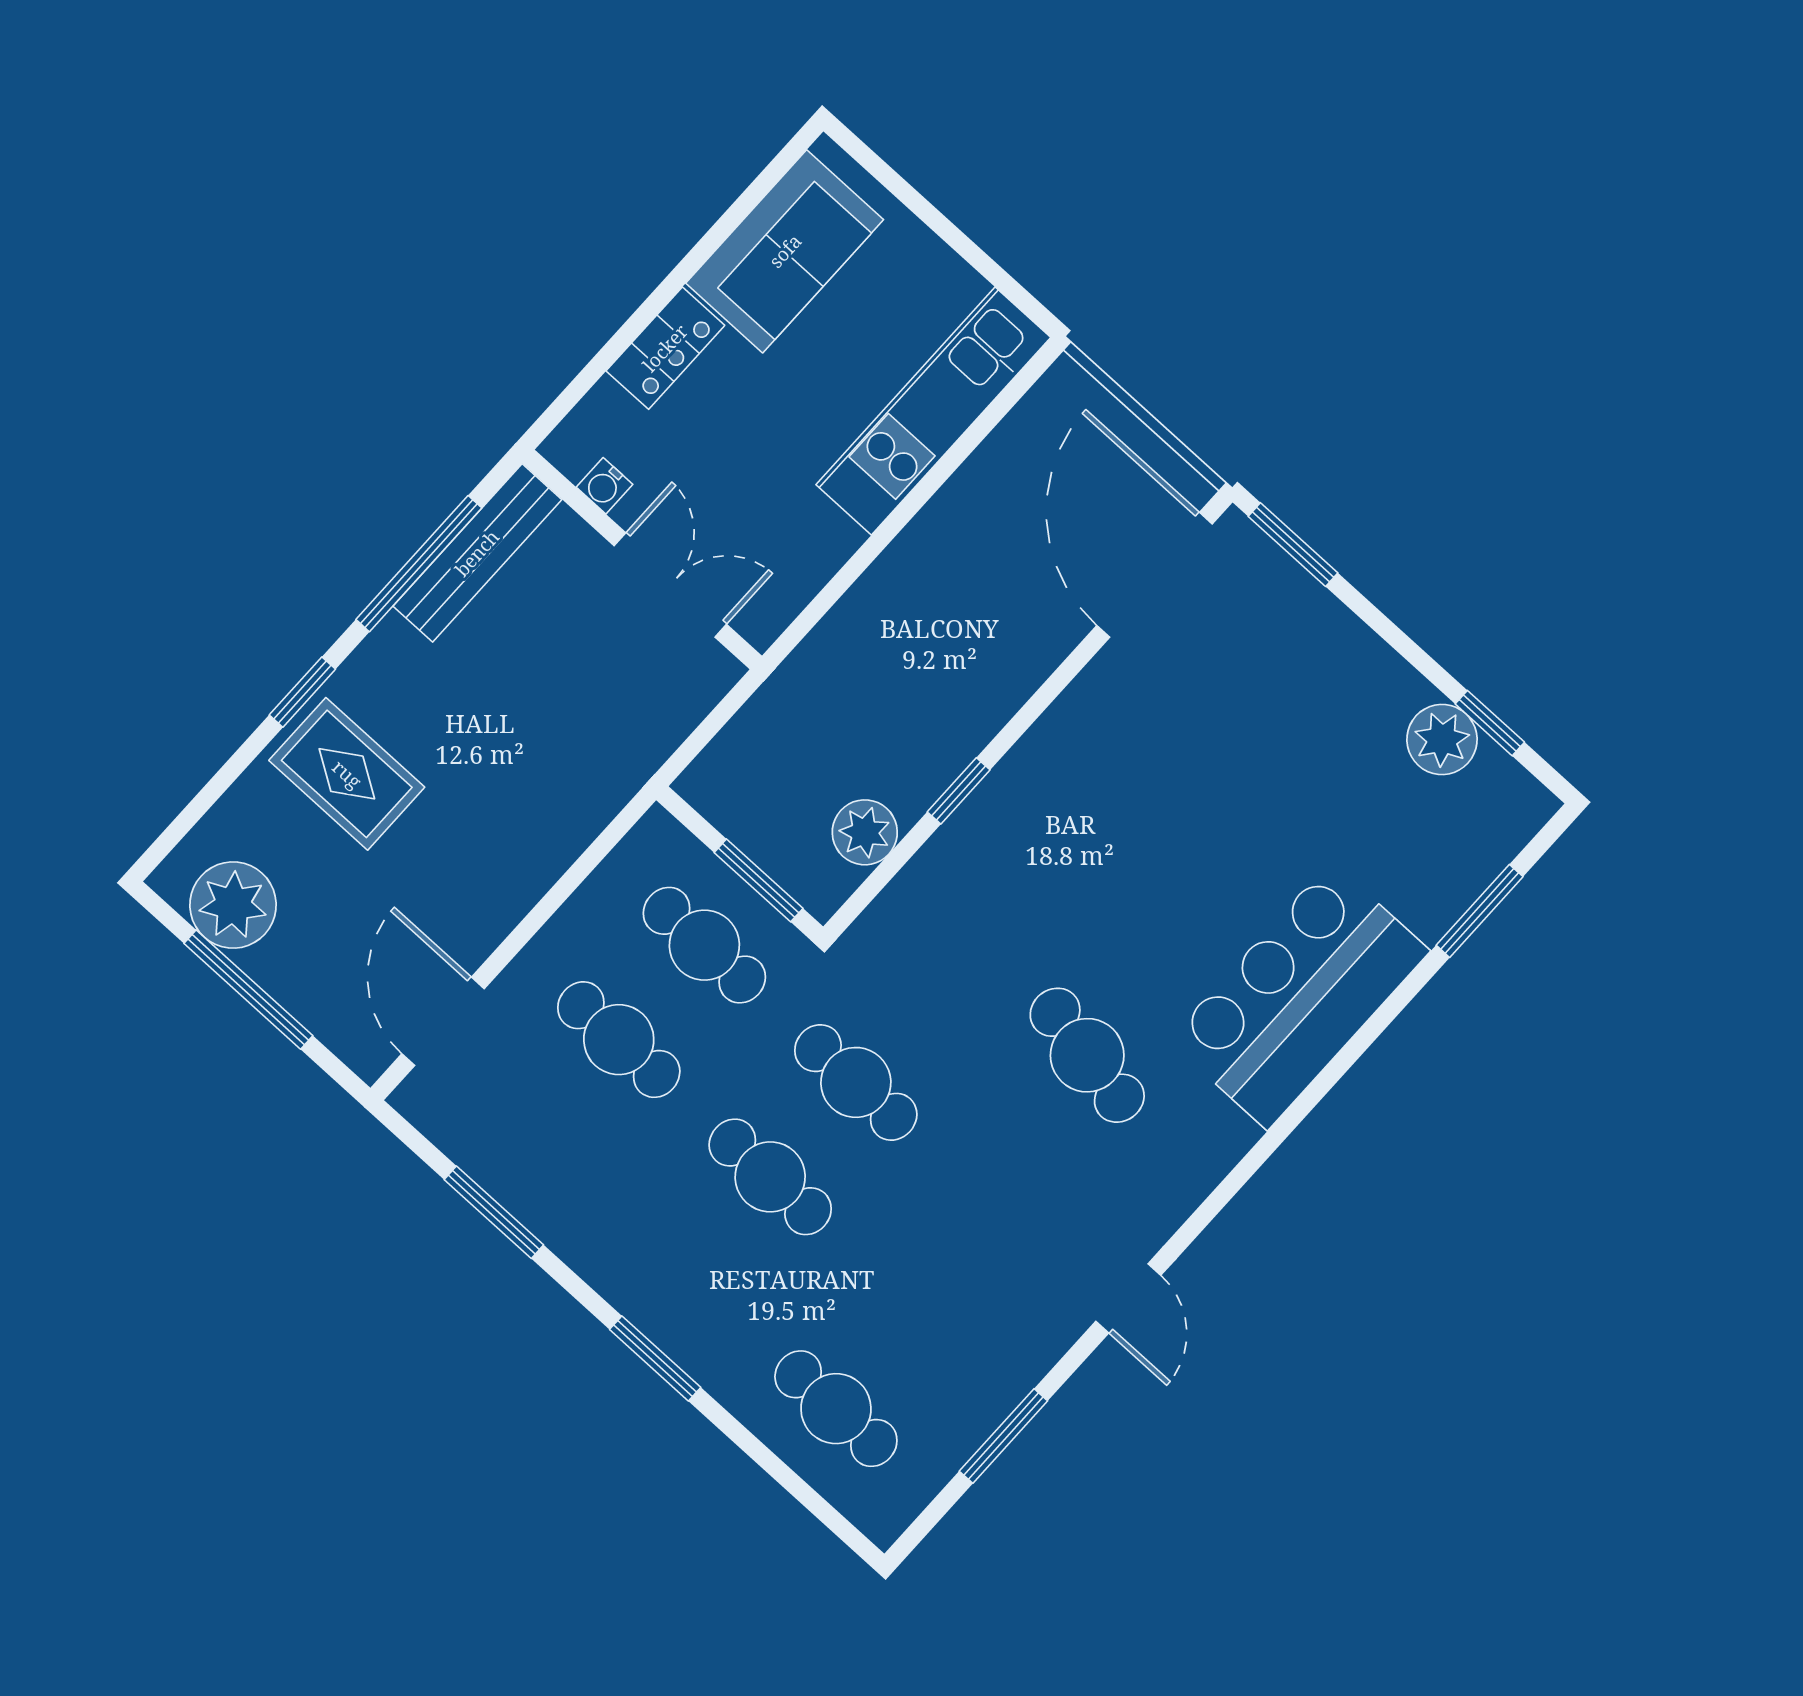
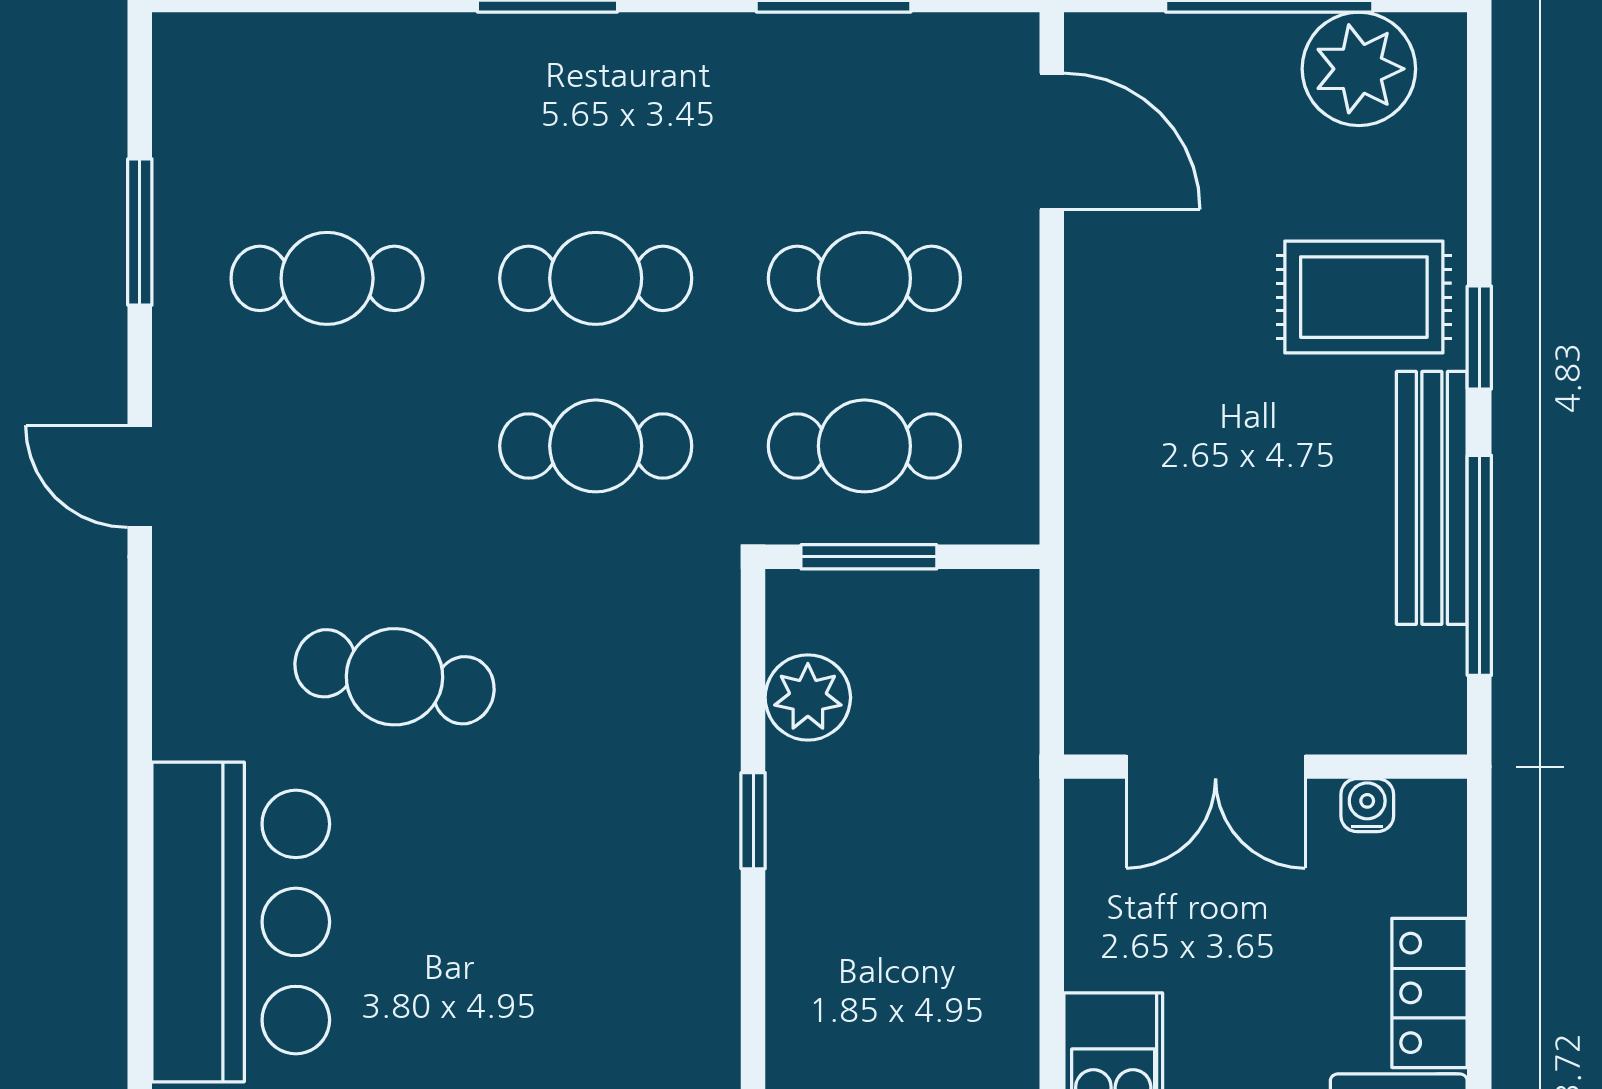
bench: (477, 553) -> (1432, 498), moved
cafe table: (836, 1409) -> (327, 278), moved

